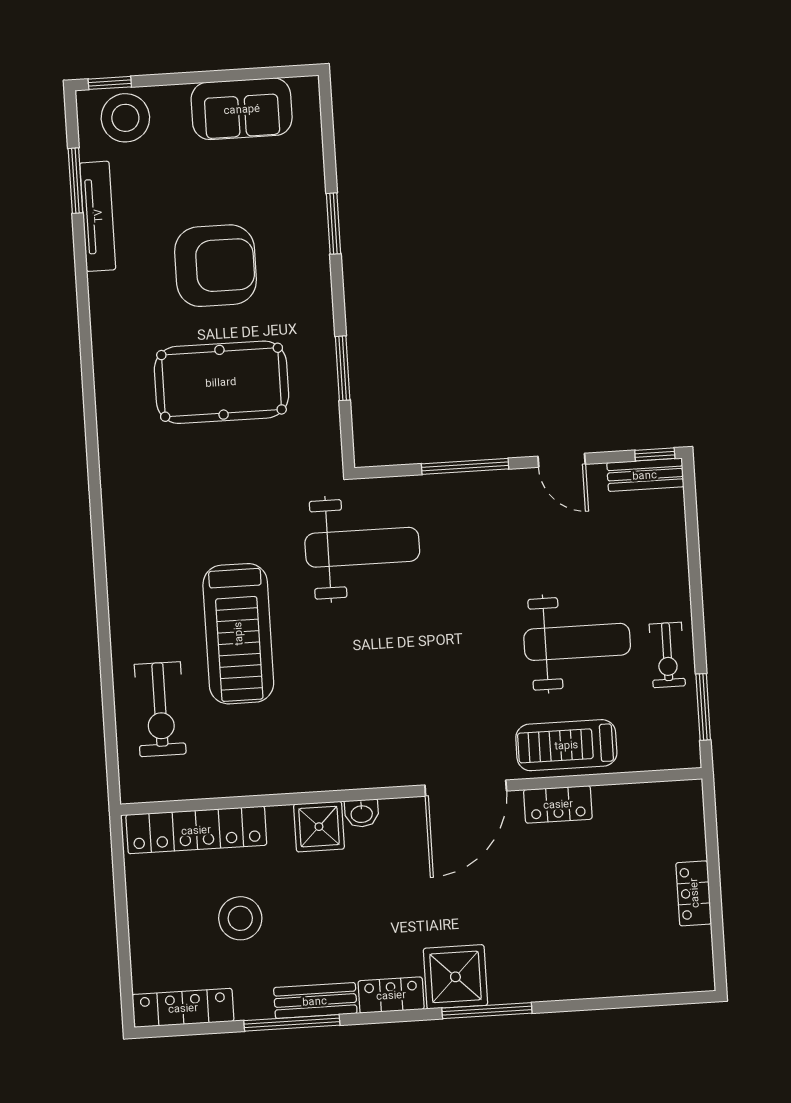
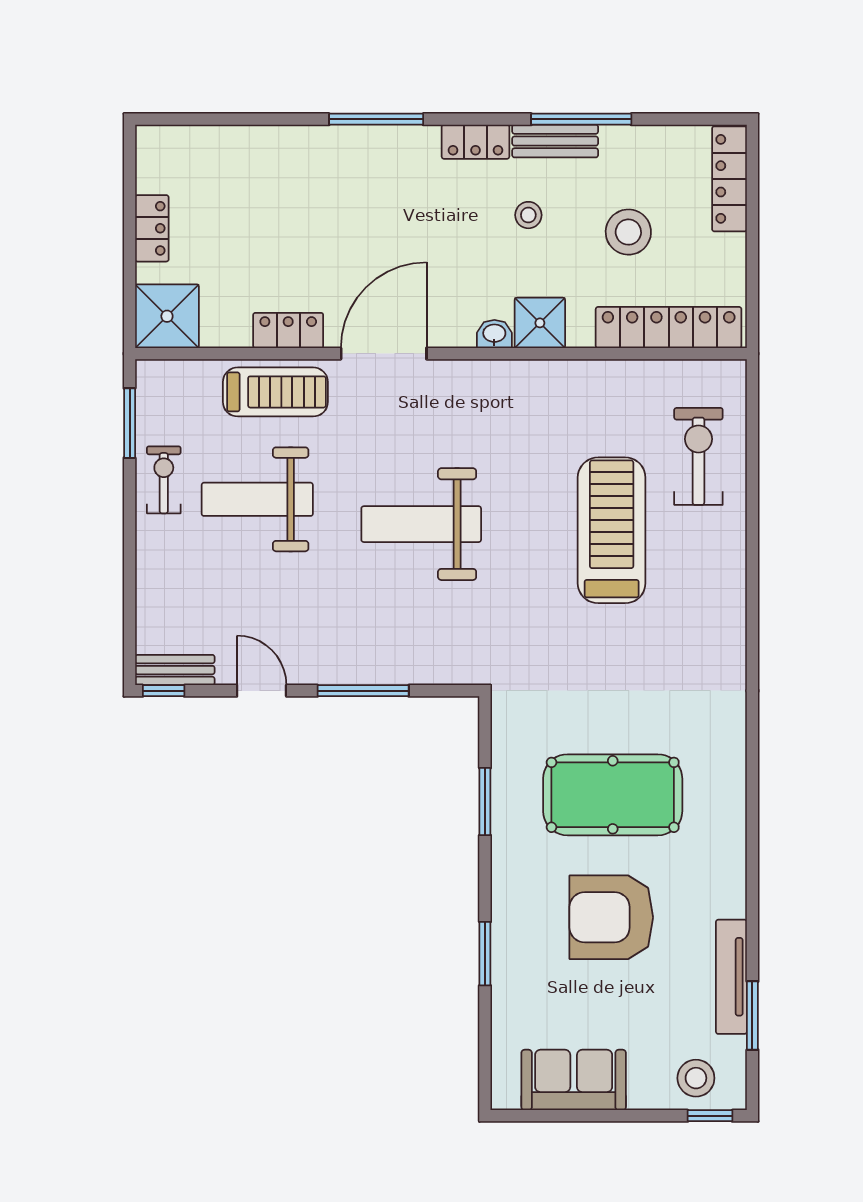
stool: (125, 118) -> (696, 1078), width x0.73, depth x0.73
weight bench: (362, 547) -> (421, 524), moved
stool: (336, 929) -> (528, 215), added
shower: (455, 977) -> (167, 316), moved
locker: (183, 1008) -> (729, 179), moved, turned 90

